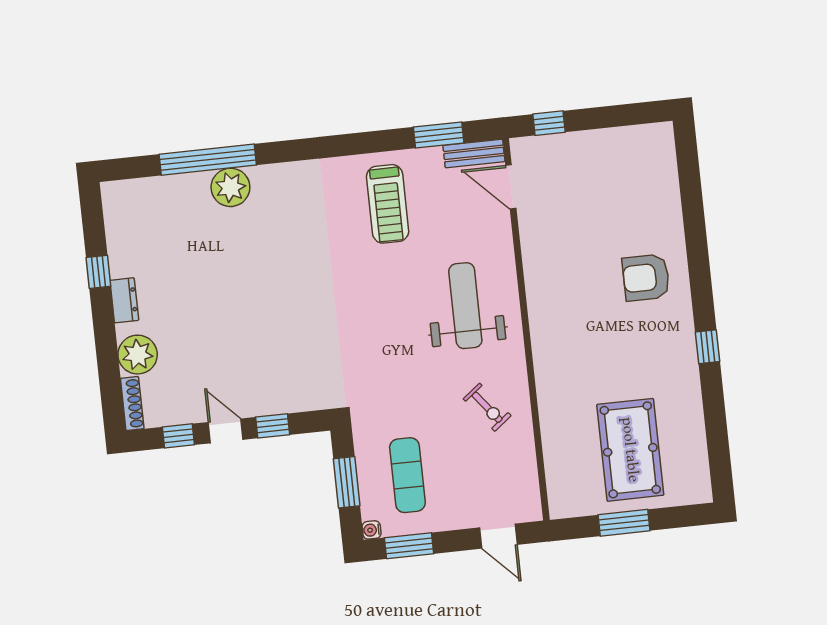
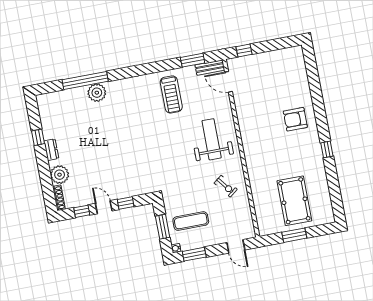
exercise mat: (407, 475) -> (191, 221), turned 90

